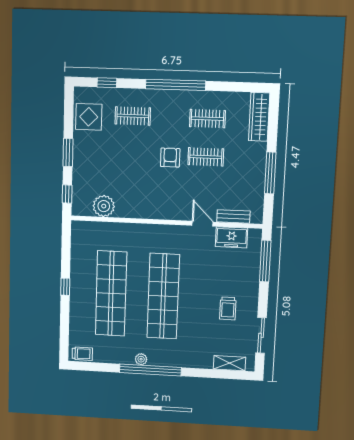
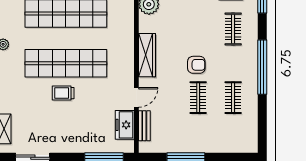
wardrobe: (259, 117) -> (147, 55), moved, turned 90
trolley: (228, 308) -> (63, 93), moved

